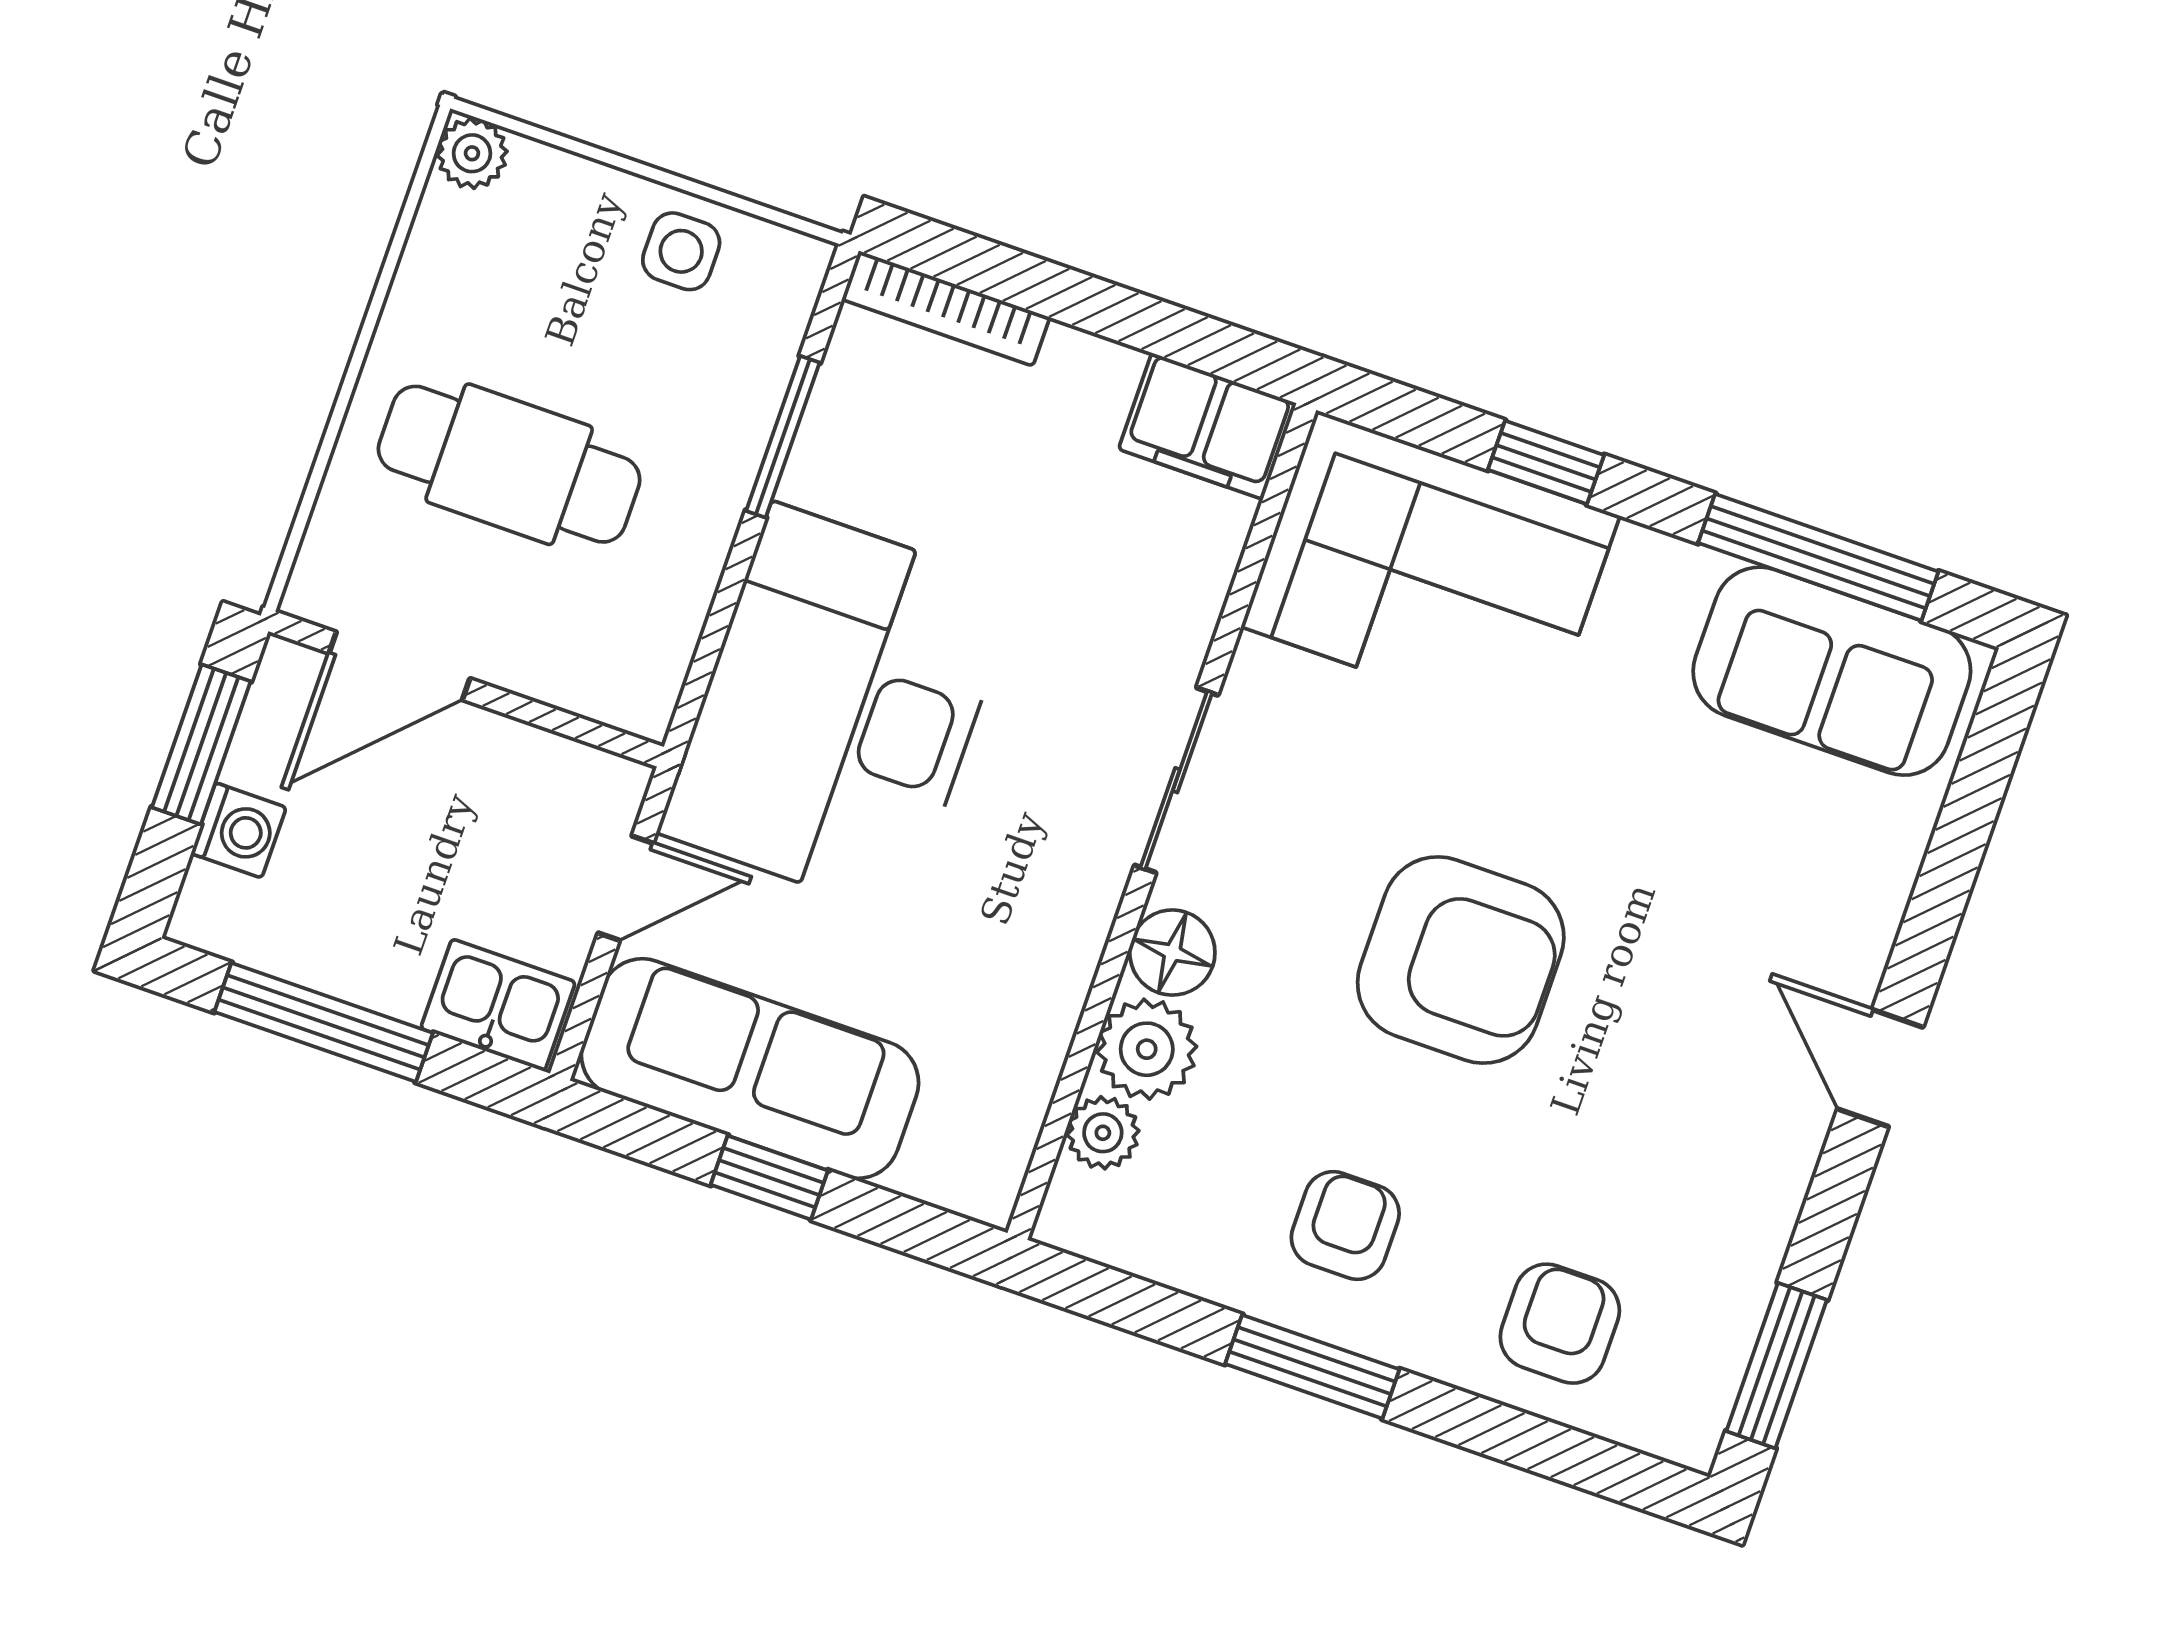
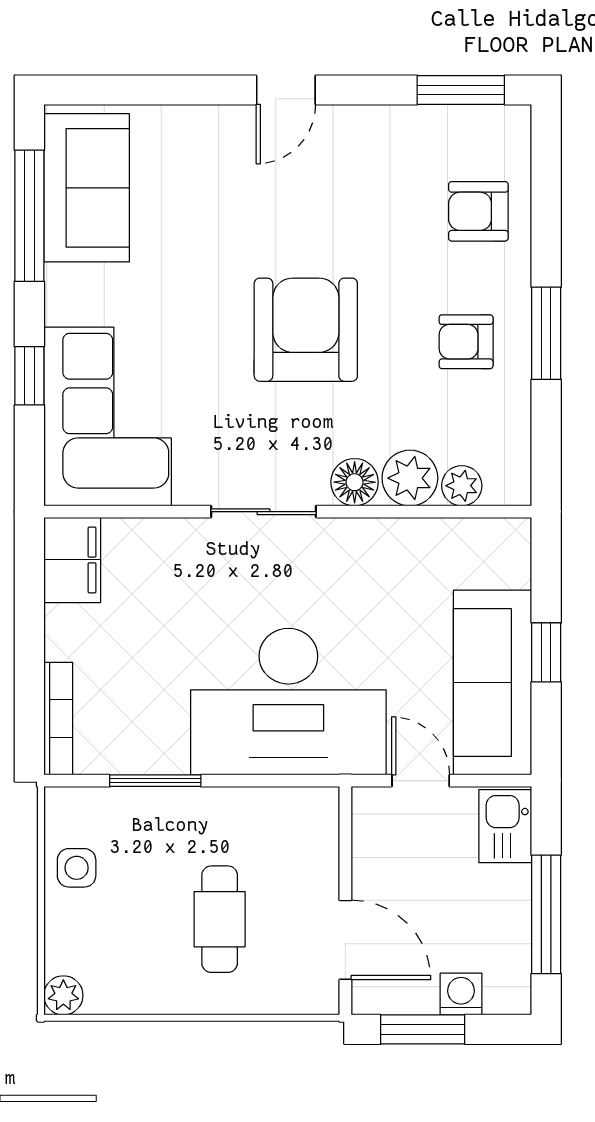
cafe table: (509, 464) -> (220, 919), width x0.73, depth x0.74

